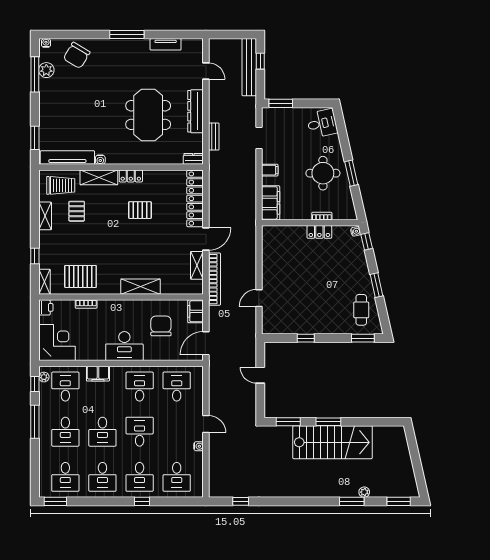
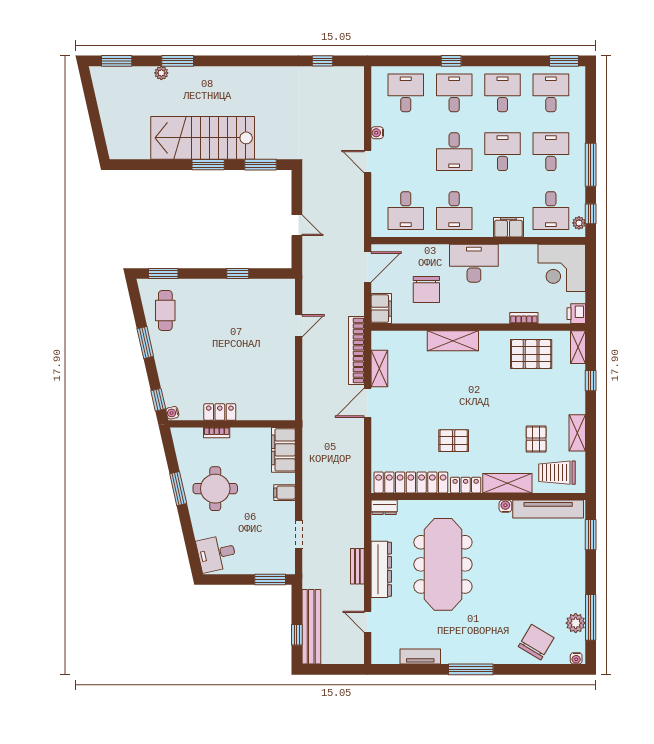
meeting table: (148, 115) -> (443, 564), width x1.36
bench: (214, 137) -> (357, 566), moved
locker: (195, 199) -> (411, 482), moved, turned -90

